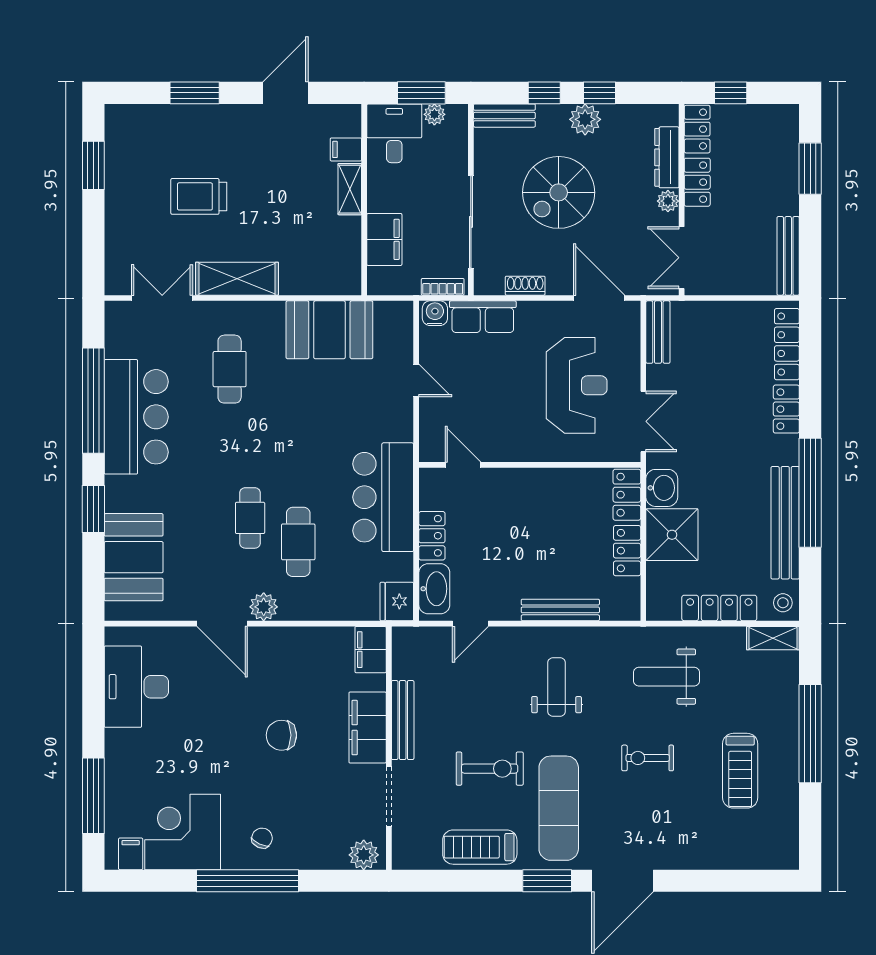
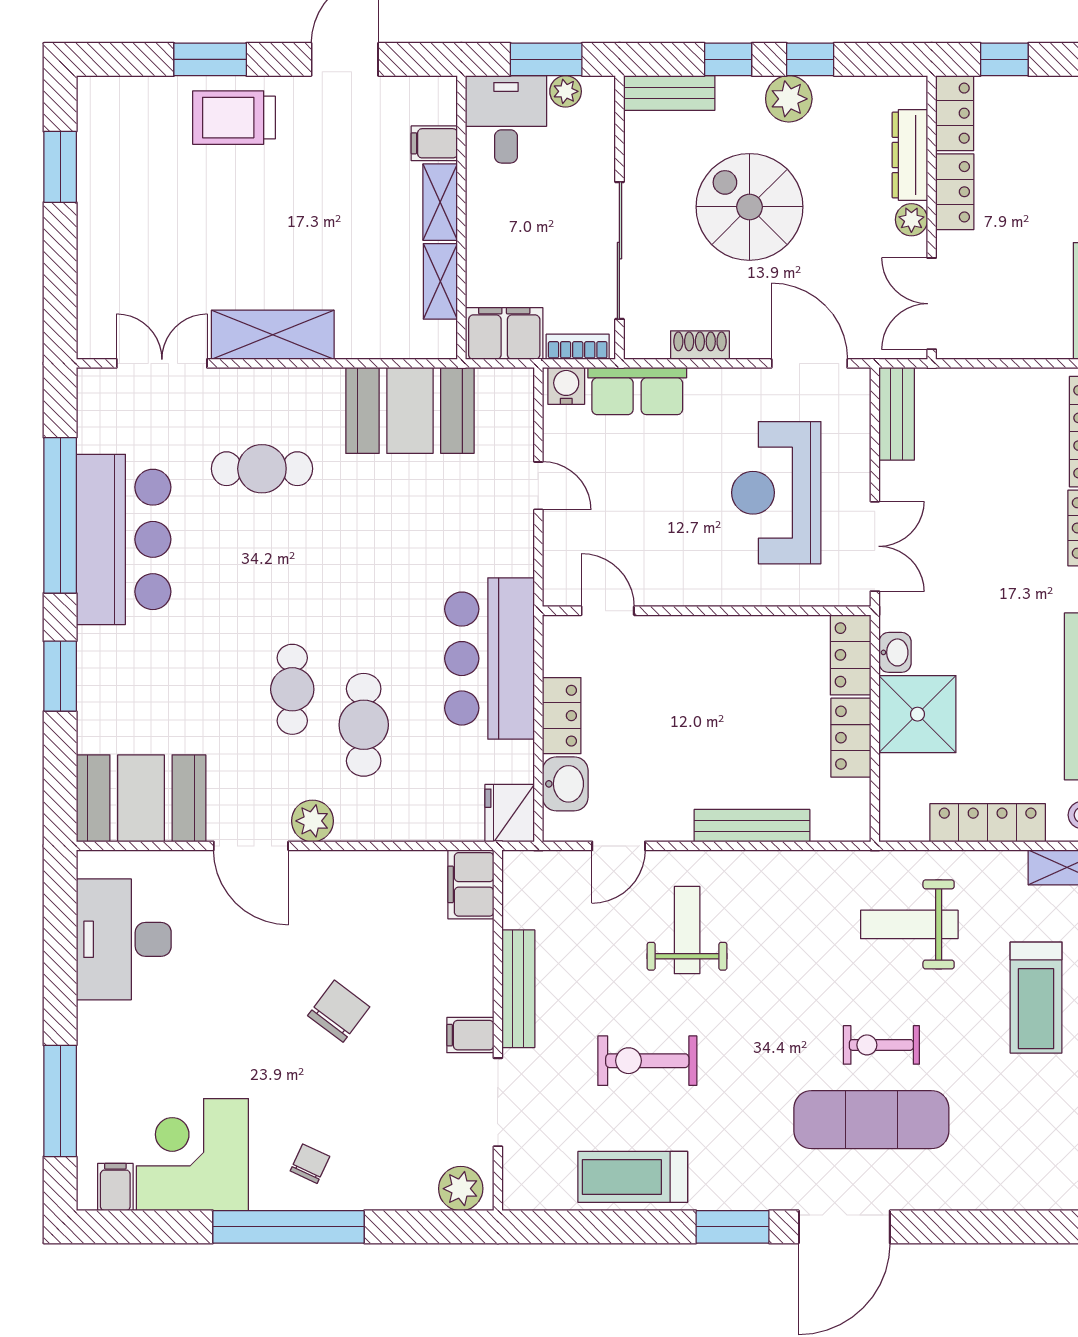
spiral stairs: (559, 192) -> (749, 207), turned 90
trolley: (199, 196) -> (234, 118), moved
filing cabinet: (384, 239) -> (504, 334), moved, turned -90
shelving: (350, 243) -> (440, 281), added
cafe table: (230, 369) -> (262, 469), turned 90
reception desk: (577, 385) -> (776, 493), turned 180
washbasin: (662, 488) -> (895, 652), width x0.72, depth x0.69
booth: (134, 557) -> (141, 798), moved, turned 90
washbasin: (434, 589) -> (565, 784), width x0.72
weight bench: (557, 687) -> (687, 930), moved
filing cabinet: (368, 728) -> (470, 1035), width x0.33, depth x0.86
chair: (281, 735) -> (339, 1011), turned 127
exercise bike: (490, 769) -> (647, 1061), turned 180
treadmill: (740, 771) -> (1036, 998), moved
exercise mat: (559, 808) -> (871, 1120), moved, turned 90

